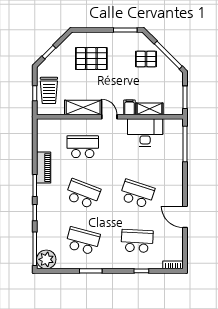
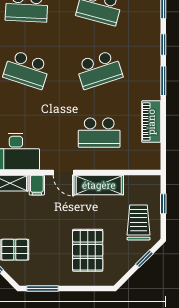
pallet: (91, 59) -> (88, 250), turned 90
trolley: (49, 90) -> (139, 222), moved
piano: (44, 168) -> (151, 122), moved
school desk: (83, 194) -> (99, 70), turned -39

